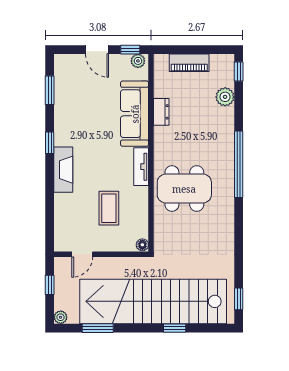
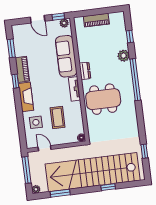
window: (239, 71) -> (130, 36), moved
plant: (225, 97) -> (124, 56), moved
dresser: (161, 112) -> (85, 71), moved
piano: (63, 126) -> (22, 69), added
side table: (74, 212) -> (36, 122), added
door: (82, 254) -> (45, 148), swing flipped
window: (50, 285) -> (27, 170), width x2.17
window: (239, 299) -> (144, 151), moved

